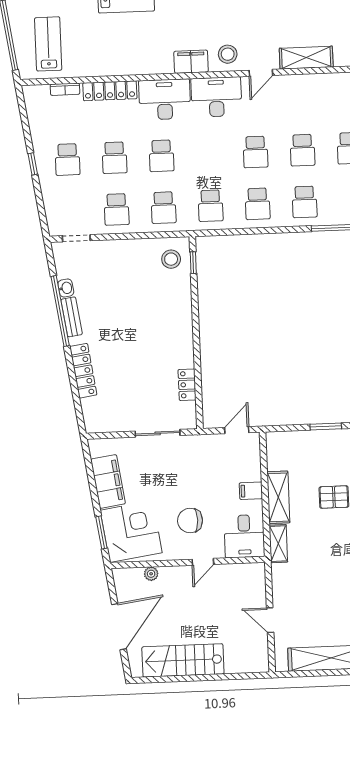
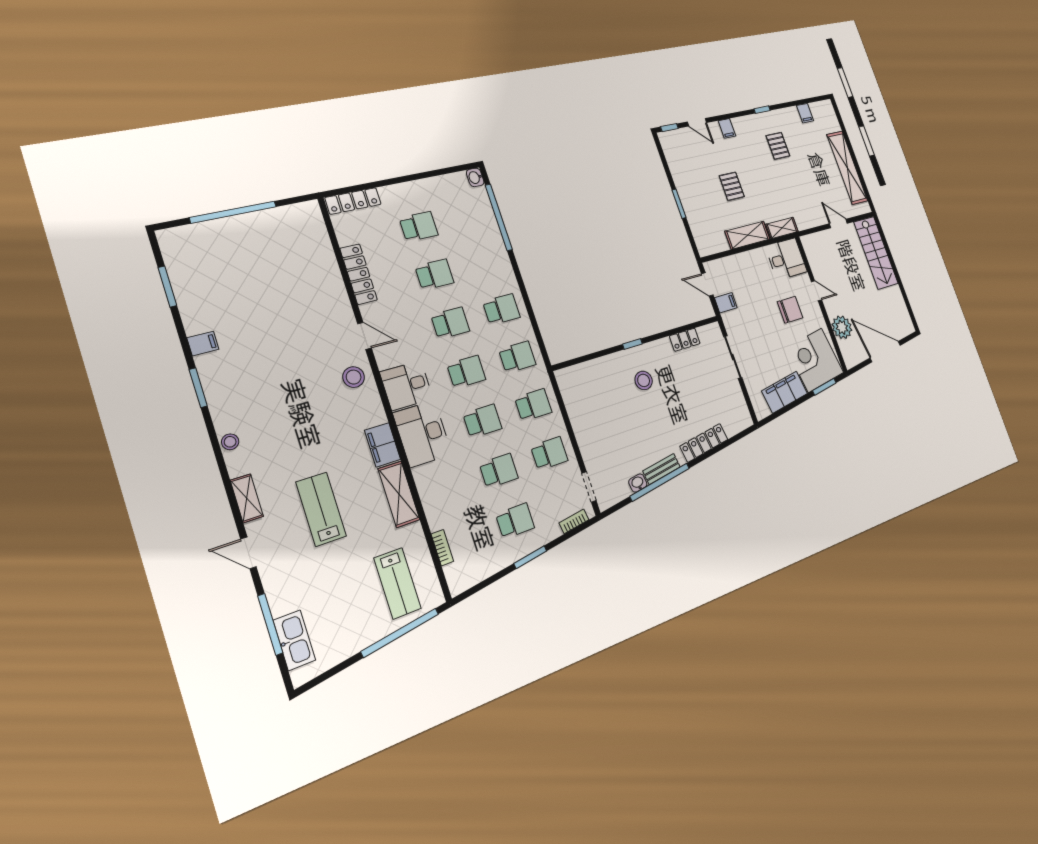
lab bench: (48, 44) -> (397, 583), turned -90
shelving: (306, 58) -> (399, 494), moved
filing cabinet: (191, 62) -> (383, 445), moved
locker: (110, 91) -> (359, 274), moved
desk: (216, 97) -> (406, 385), width x0.73
window: (33, 164) -> (530, 557), width x1.50
school desk: (305, 202) -> (466, 372), moved
bookcase: (51, 214) -> (574, 521), added
stool: (171, 259) -> (644, 380), moved
window: (193, 263) -> (632, 344), moved
filing cabinet: (251, 491) -> (726, 303), moved, turned -90
chair: (190, 521) -> (790, 310), turned -90
plant: (151, 574) -> (842, 327), width x1.87, depth x1.87
door: (270, 620) -> (838, 223), swing flipped
stairs: (183, 660) -> (876, 253), moved

